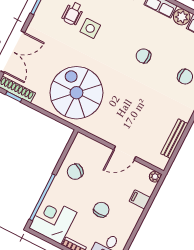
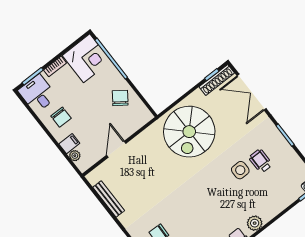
chair: (143, 56) -> (194, 206), removed
spiral stairs: (76, 93) -> (189, 132), turned 90
plant: (155, 177) -> (75, 156), moved
chair: (101, 210) -> (61, 117), moved

